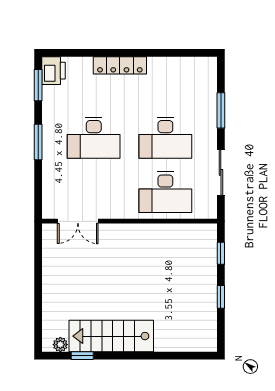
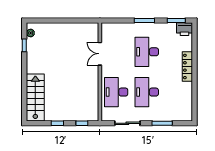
double door: (78, 221) -> (100, 54), moved
stairs: (111, 336) -> (35, 98), moved

